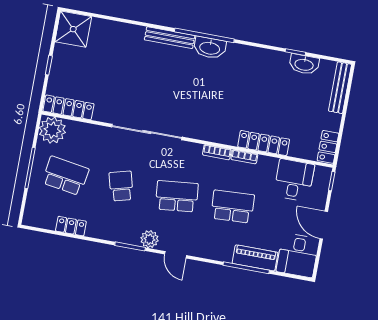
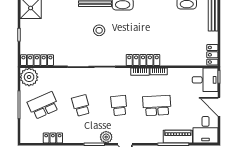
stool: (168, 80) -> (99, 30), added
locker: (264, 143) -> (143, 60), moved
school desk: (65, 176) -> (43, 106), turned -33
desk: (294, 180) -> (205, 80), moved, turned 90
school desk: (177, 196) -> (119, 106), width x0.54

